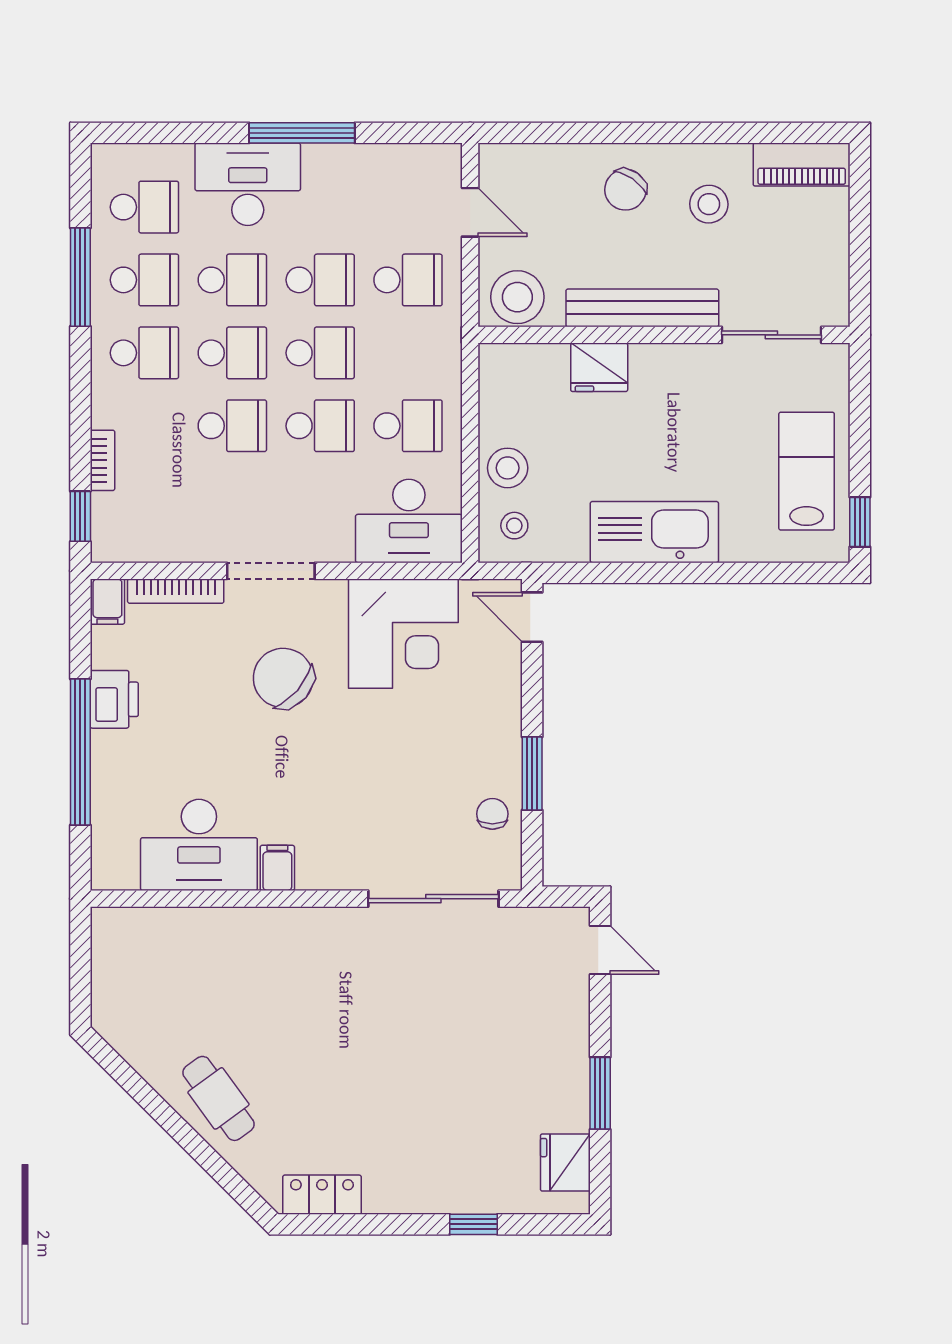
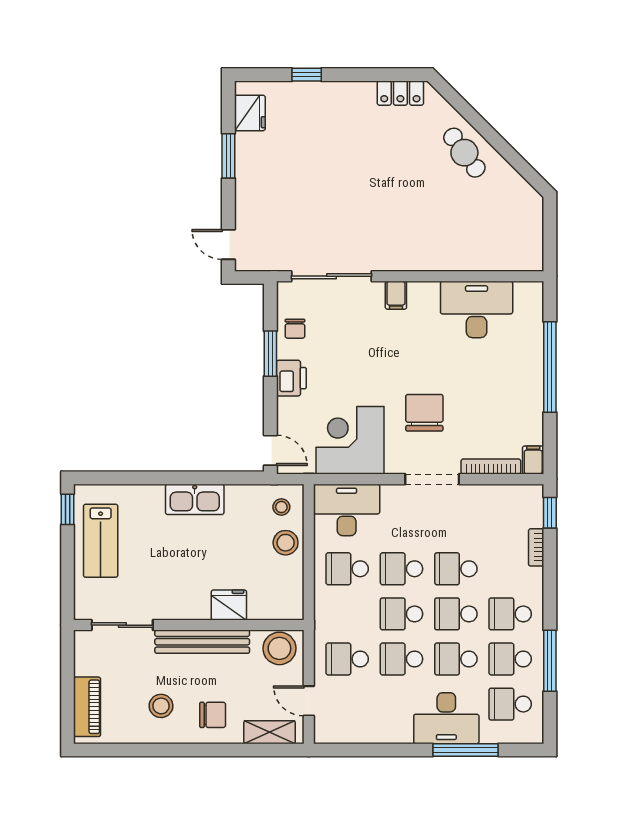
window: (302, 133) -> (466, 750), moved
shelving: (533, 162) -> (270, 732), added
piano: (802, 165) -> (87, 707), moved, turned 90
chair: (625, 190) -> (213, 715), turned 55
kitchen sink: (654, 532) -> (195, 499), width x0.73, depth x0.81
chair: (283, 678) -> (424, 413), turned -131
printer: (114, 699) -> (291, 378), moved, turned 180
filing cabinet: (277, 868) -> (396, 295), moved

